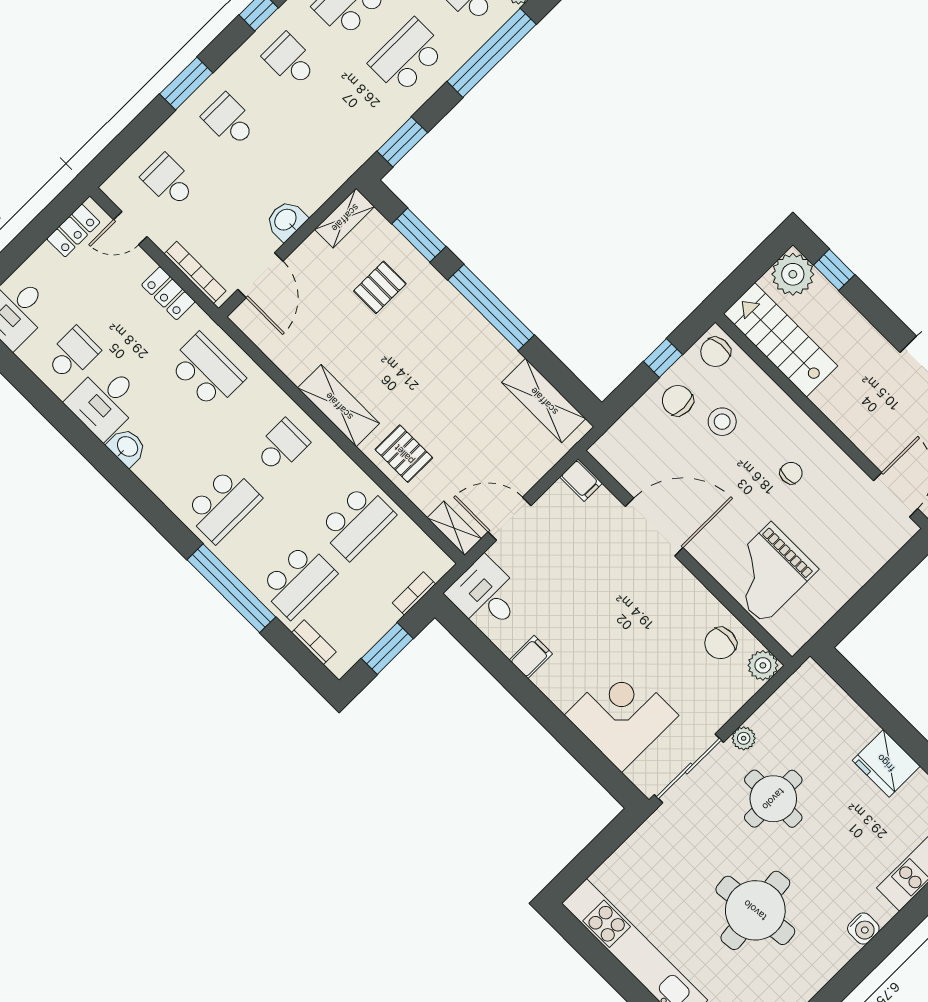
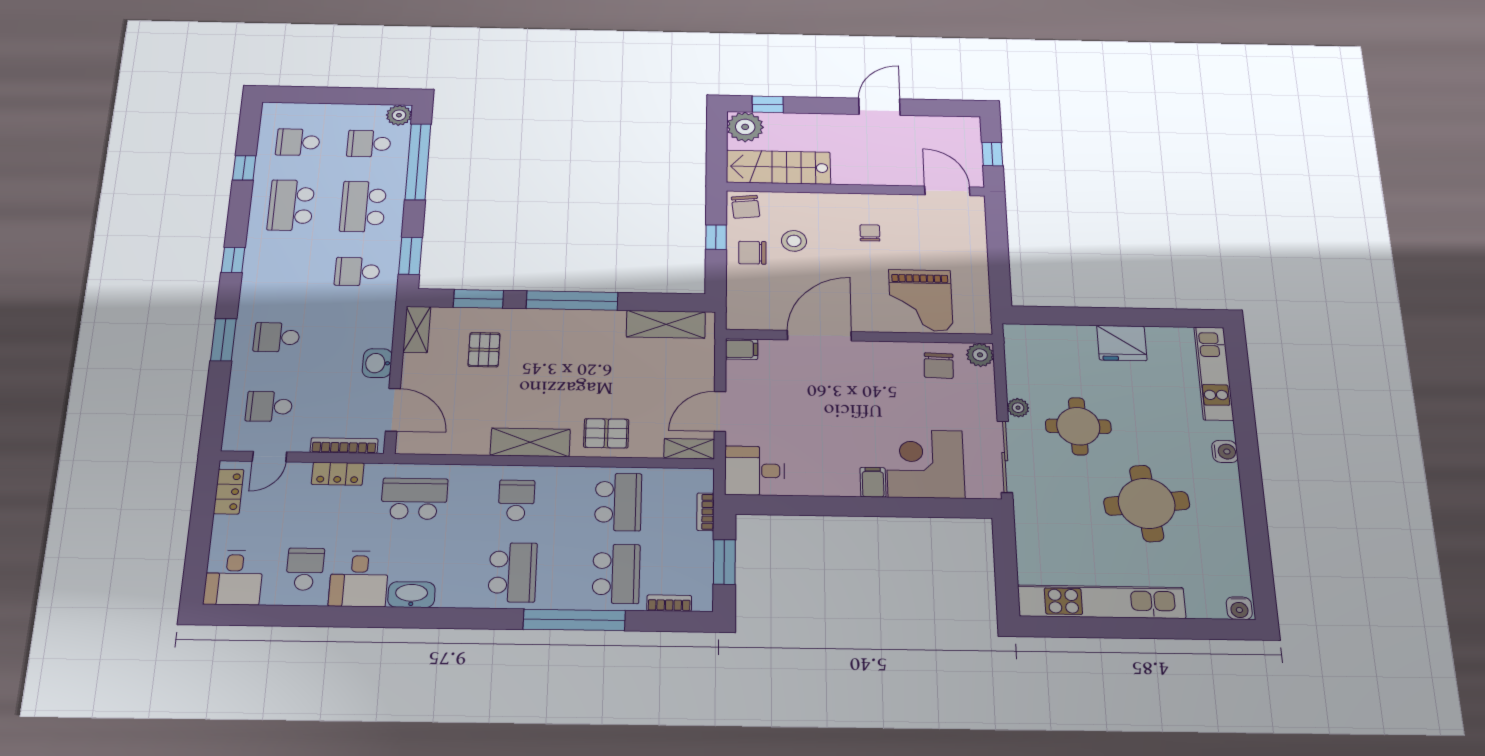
school desk: (290, 60) -> (357, 272), moved
washbasin: (127, 447) -> (411, 595), width x1.38
filing cabinet: (531, 657) -> (873, 482), moved

